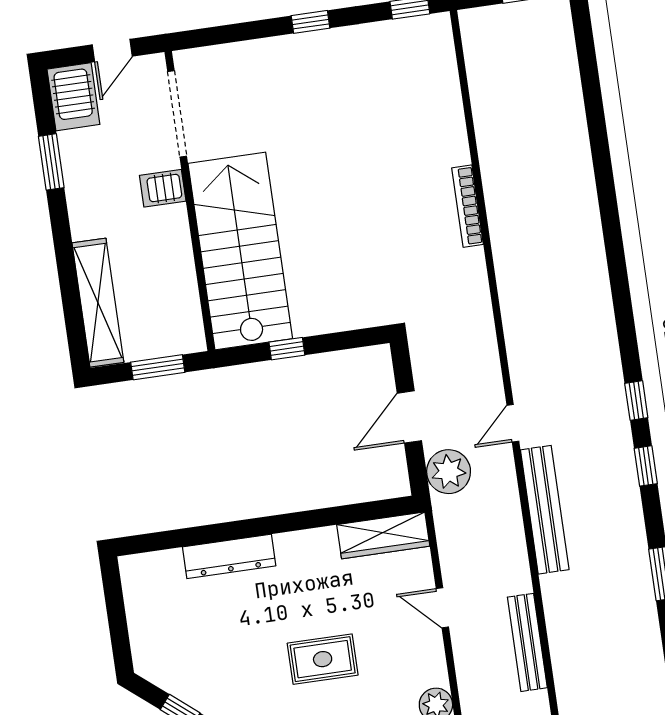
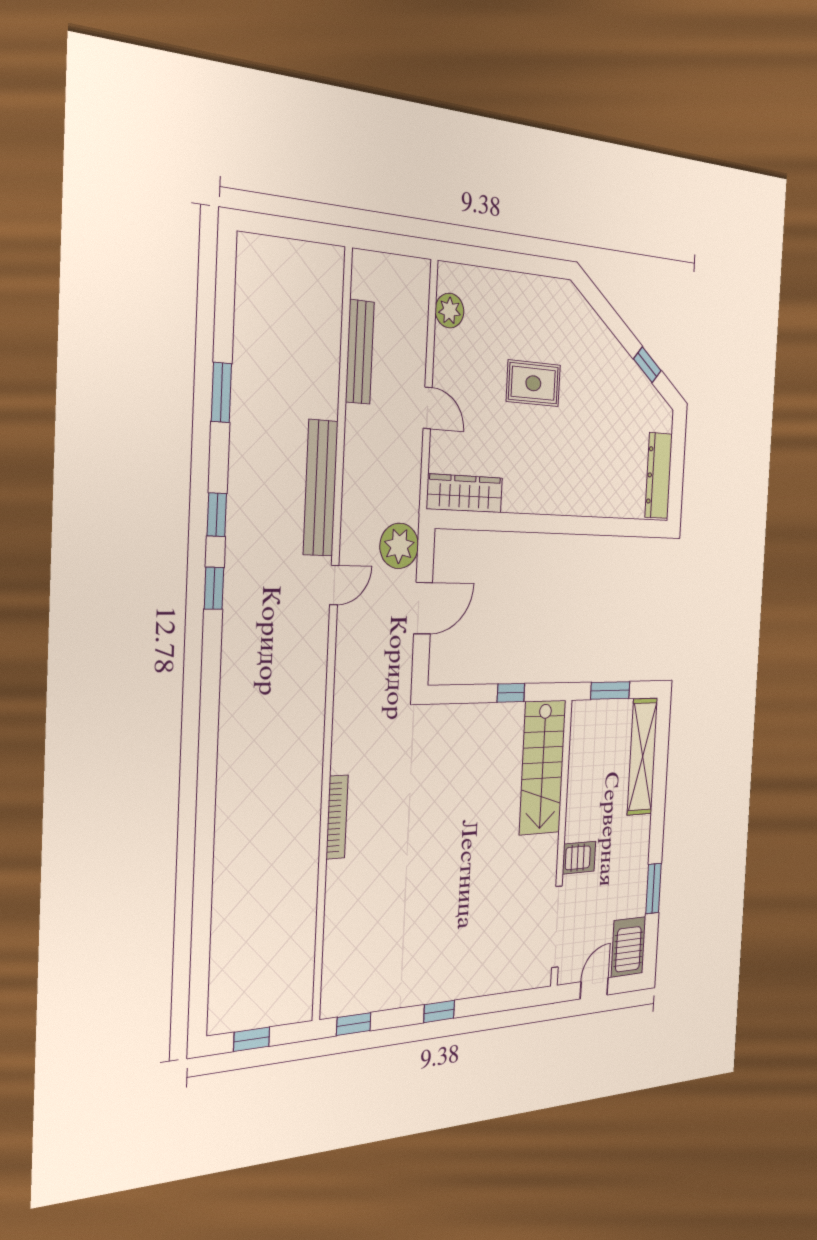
stairs: (240, 251) -> (543, 767), width x0.73, depth x0.66
dresser: (229, 556) -> (659, 476), moved, turned -90

